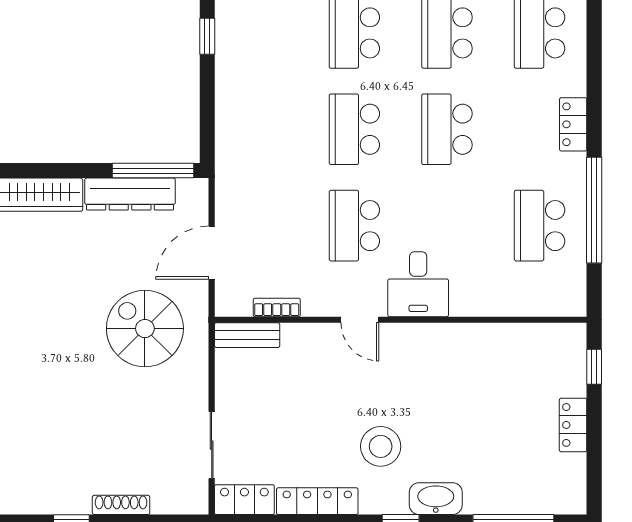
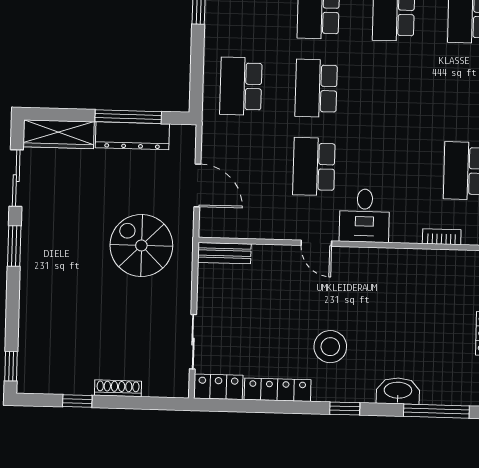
school desk: (447, 129) -> (241, 86), moved
window: (153, 171) -> (128, 117), moved
door: (212, 253) -> (197, 185), swing flipped
bookcase: (277, 307) -> (442, 237), moved
washbasin: (436, 499) -> (398, 391), moved

